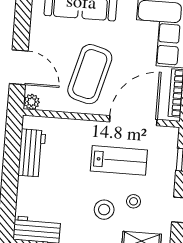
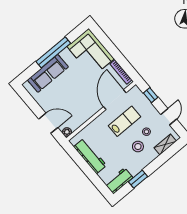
coffee table: (90, 74) -> (79, 98), removed
workbench: (32, 153) -> (90, 156), width x1.38

